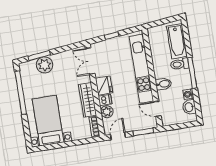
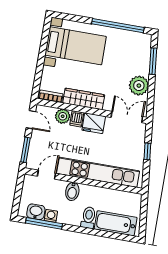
plant: (45, 65) -> (139, 86), moved
window: (192, 73) -> (44, 223), moved

